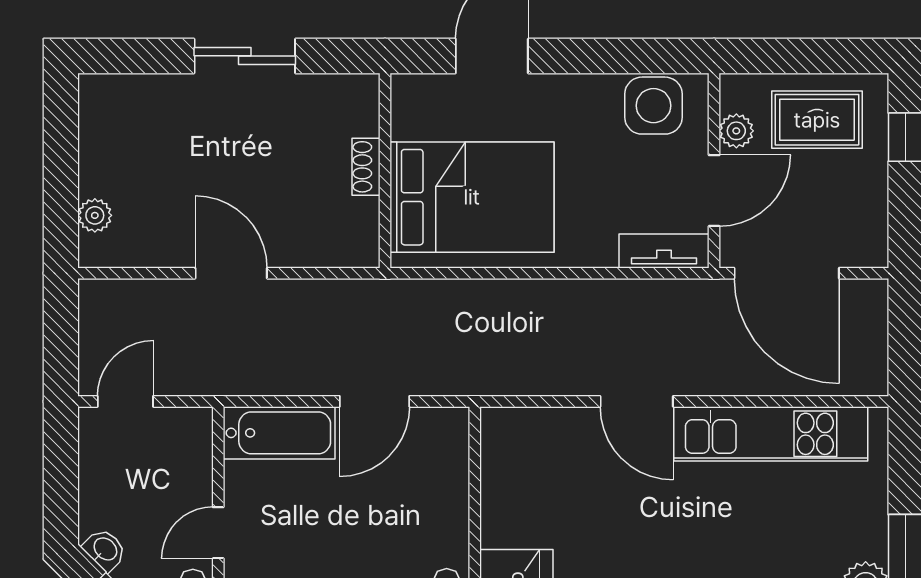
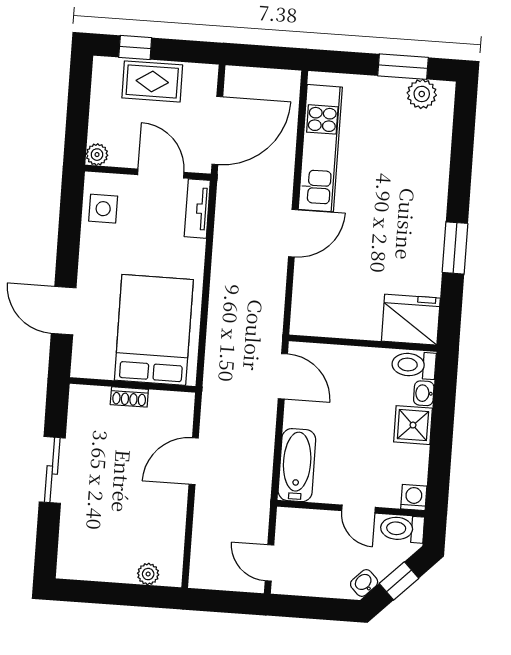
side table: (653, 106) -> (103, 209), width x0.73, depth x0.73
rug: (817, 120) -> (152, 81), moved, turned 90
plant: (736, 131) -> (97, 155), moved
door: (231, 273) -> (194, 461), moved
door: (375, 401) -> (283, 376), moved

